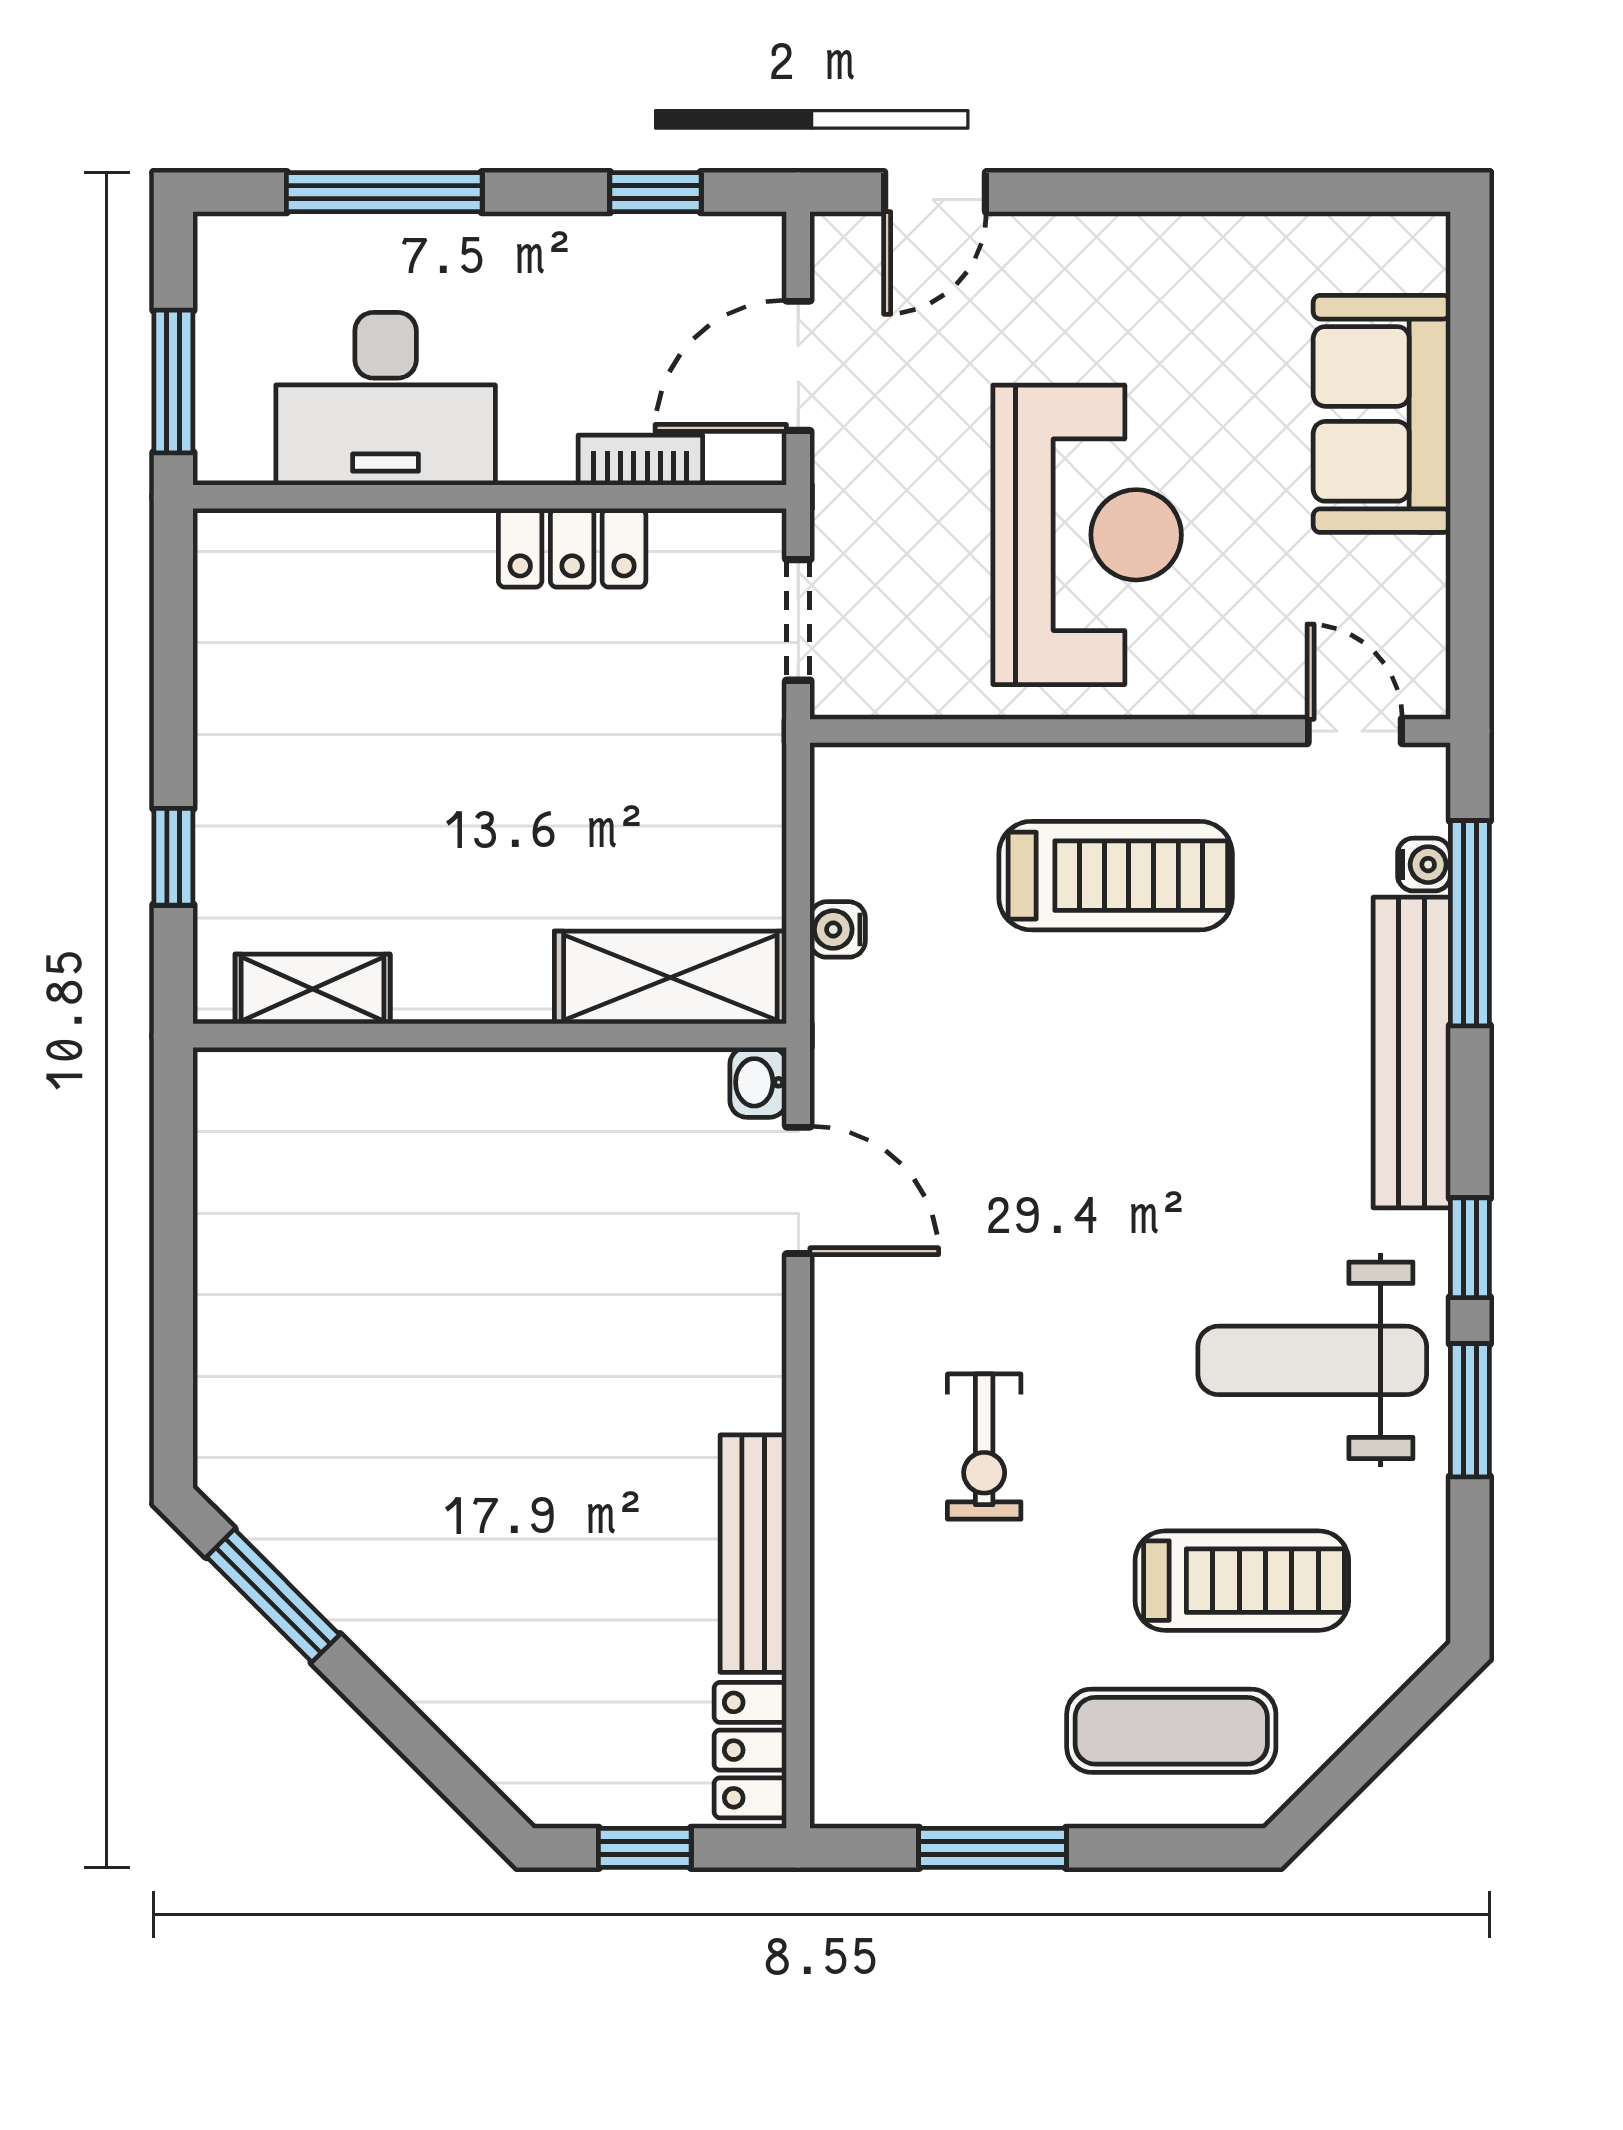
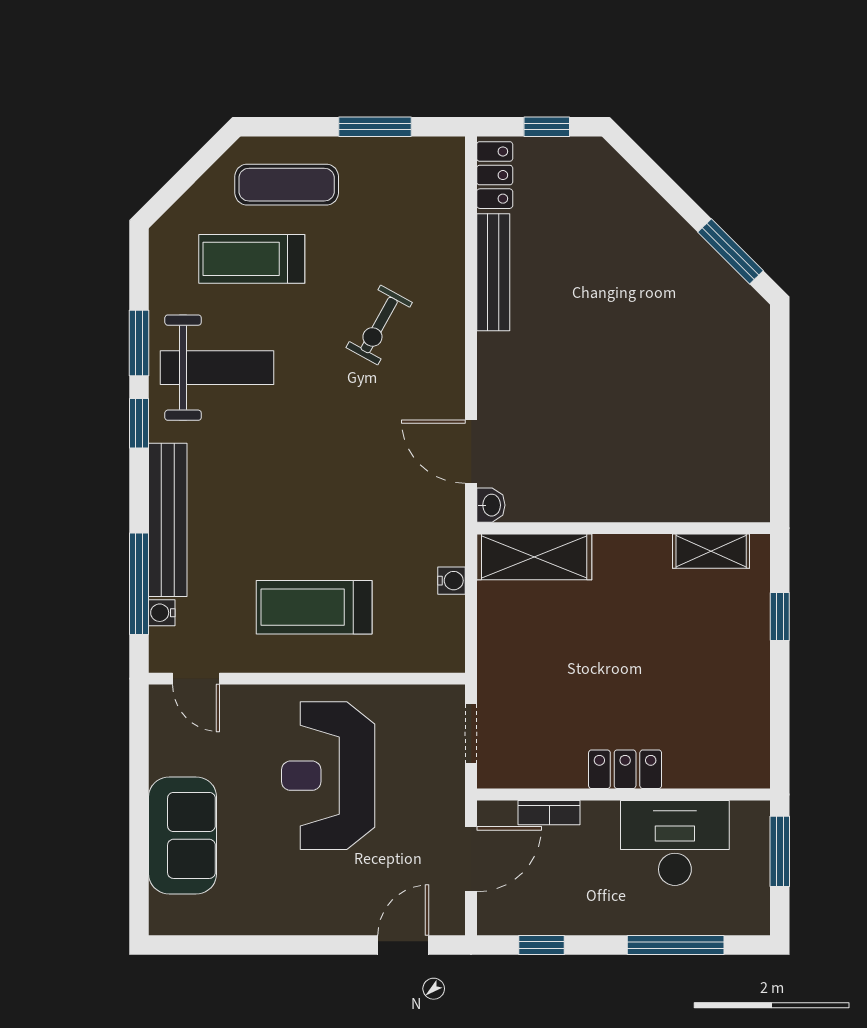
locker: (572, 548) -> (625, 769), moved
exercise bike: (984, 1447) -> (379, 325), turned -151

